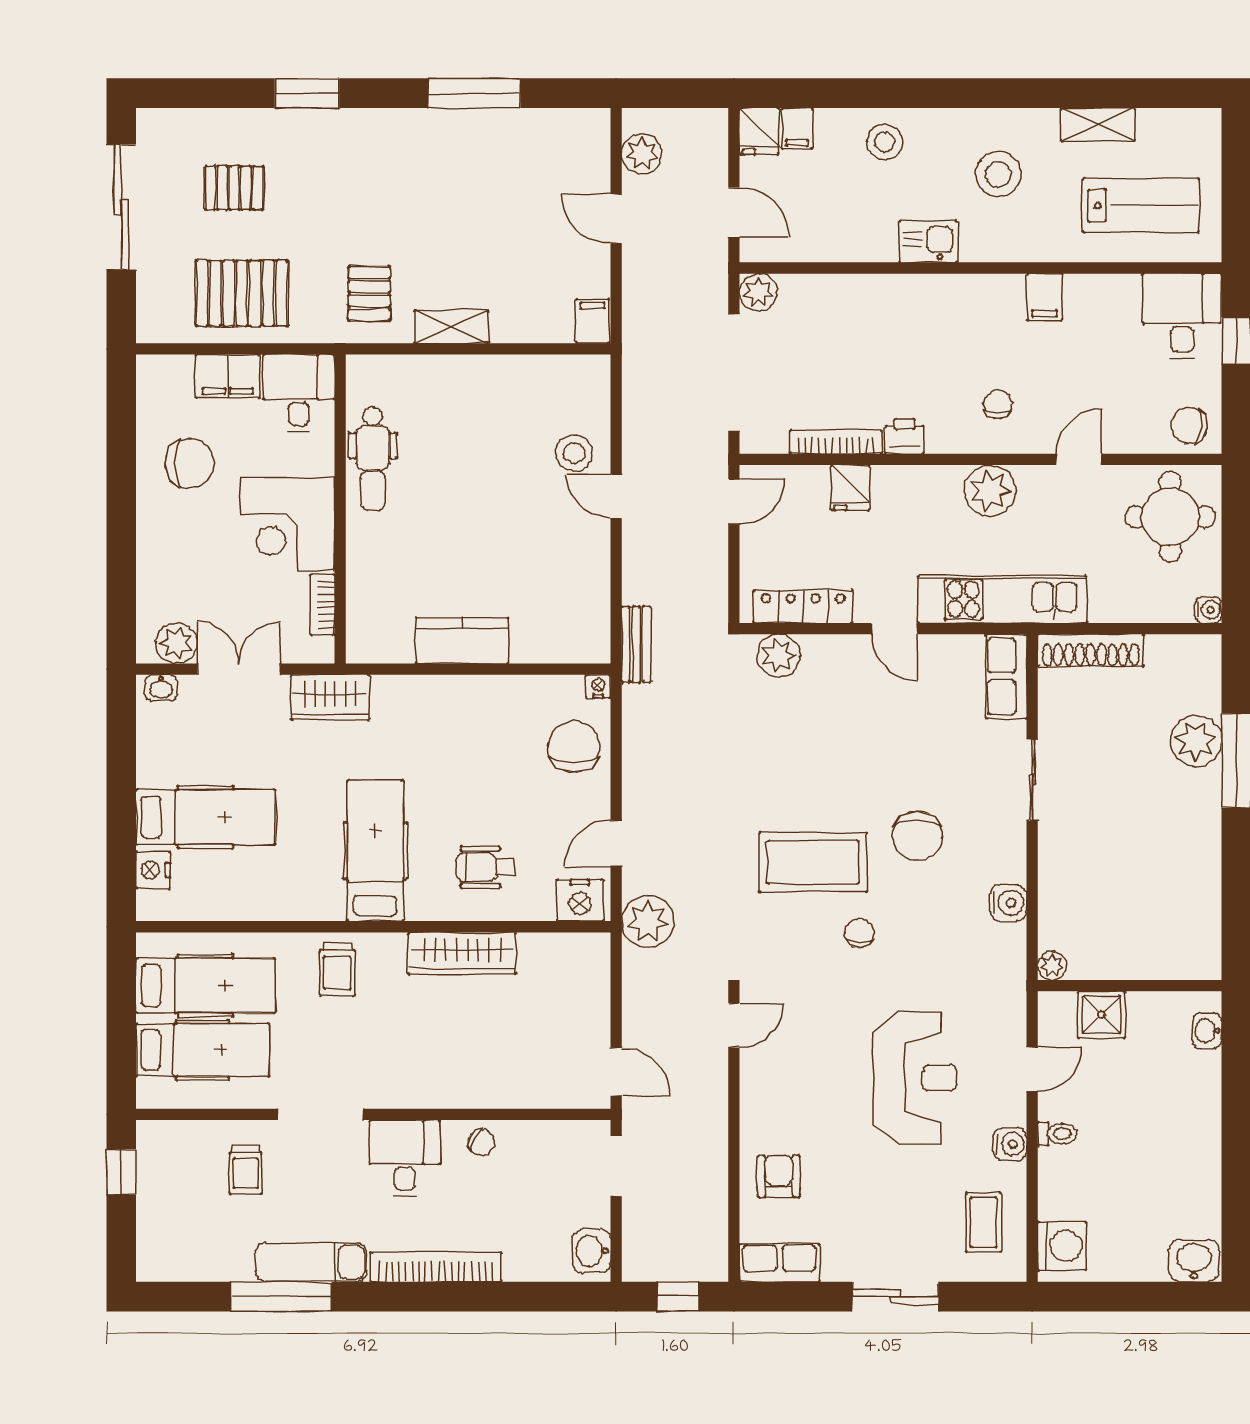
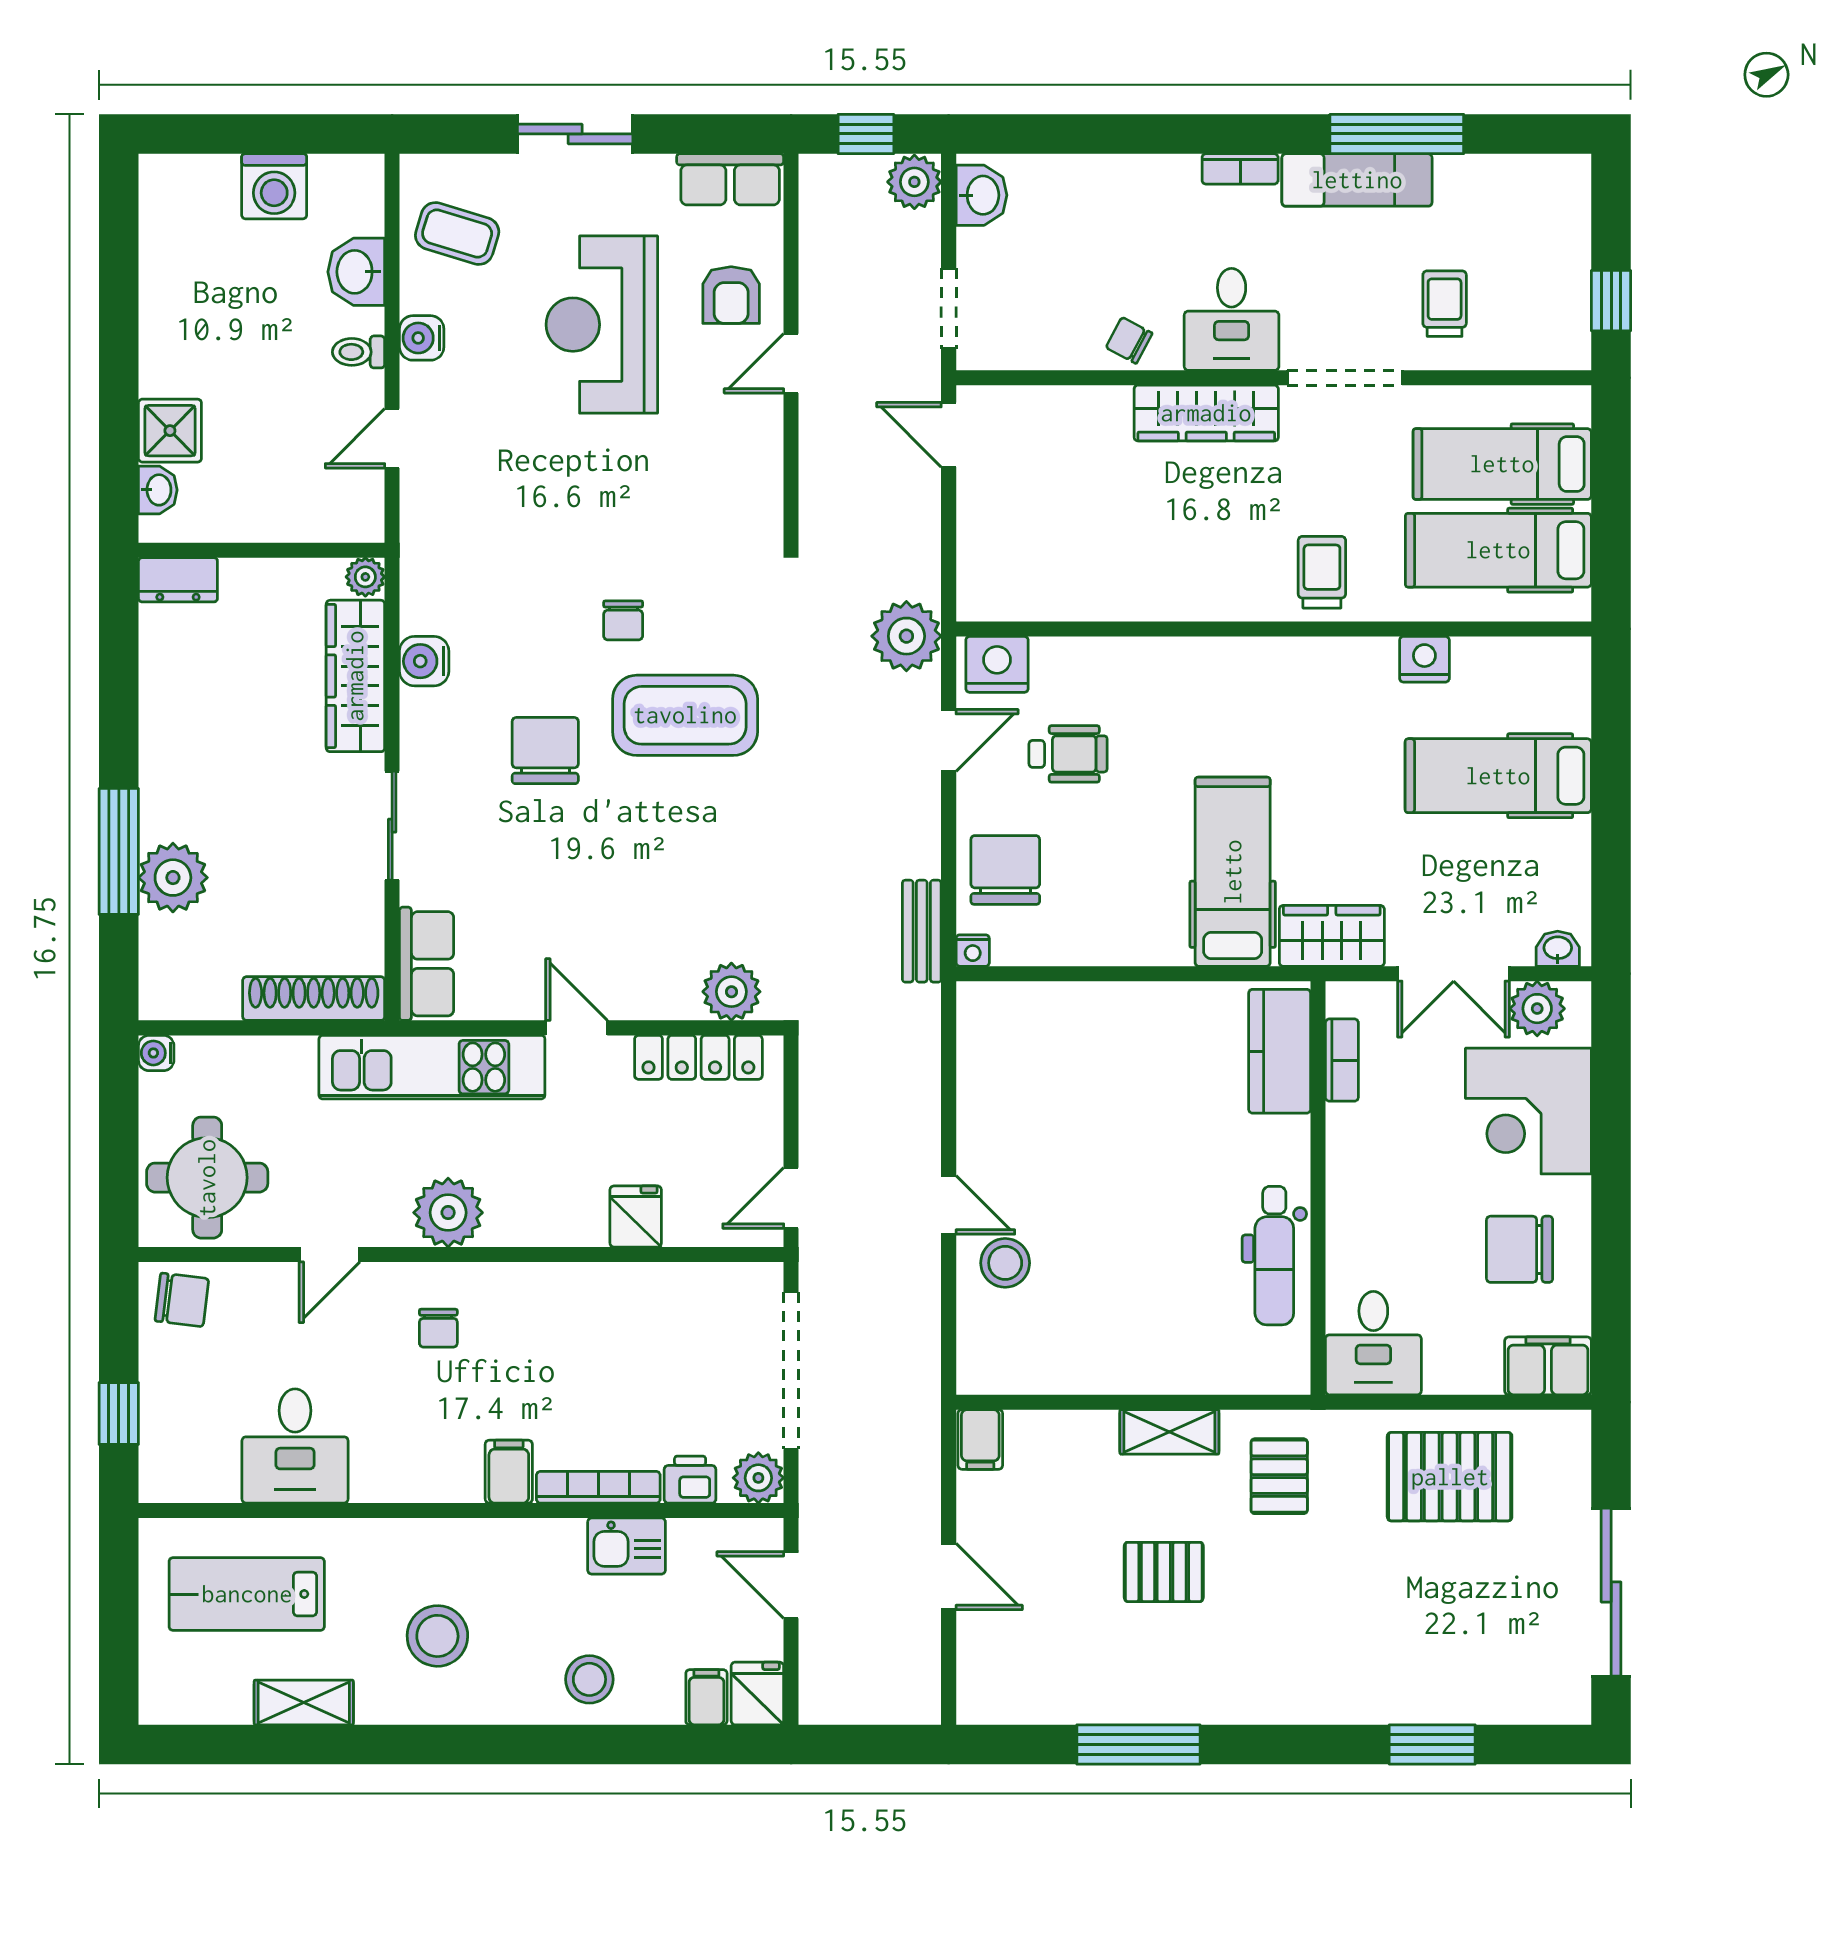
window: (307, 93) -> (1432, 1744), moved
plant: (642, 154) -> (914, 182), moved
pallet: (234, 188) -> (1164, 1572), moved
kitchen sink: (928, 241) -> (627, 1546), moved
filing cabinet: (1044, 297) -> (509, 1472), moved
desk: (1182, 316) -> (295, 1446), moved
filing cabinet: (228, 376) -> (1548, 1366), moved
printer: (904, 436) -> (690, 1480), moved, turned 180
bookcase: (836, 442) -> (598, 1487), moved, turned 180
dental chair: (373, 459) -> (1274, 1256), turned 180
corner desk: (288, 524) -> (1528, 1111), moved, turned 180
kitchen counter: (462, 640) -> (1280, 1051), moved, turned 90
bench: (636, 644) -> (922, 931), moved
chair: (574, 747) -> (1005, 870), turned 180
hospital bed: (375, 851) -> (1233, 872), moved, turned 180
wheelchair: (485, 867) -> (1068, 754), moved
nightstand: (153, 870) -> (1424, 659), moved, turned -90
wardrobe: (1059, 892) -> (355, 676), added
wardrobe: (462, 953) -> (1206, 413), moved, turned 180
dresser: (1192, 963) -> (178, 580), added
shower: (1102, 1015) -> (170, 431), moved
door: (734, 1025) -> (791, 363), moved
reception desk: (915, 1078) -> (602, 325), moved
coffee table: (983, 1222) -> (457, 233), turned -73
washing machine: (1062, 1246) -> (274, 186), moved, turned -90
washbasin: (1194, 1261) -> (356, 272), moved, turned 90
bookcase: (436, 1267) -> (1240, 169), width x0.43, depth x0.76

